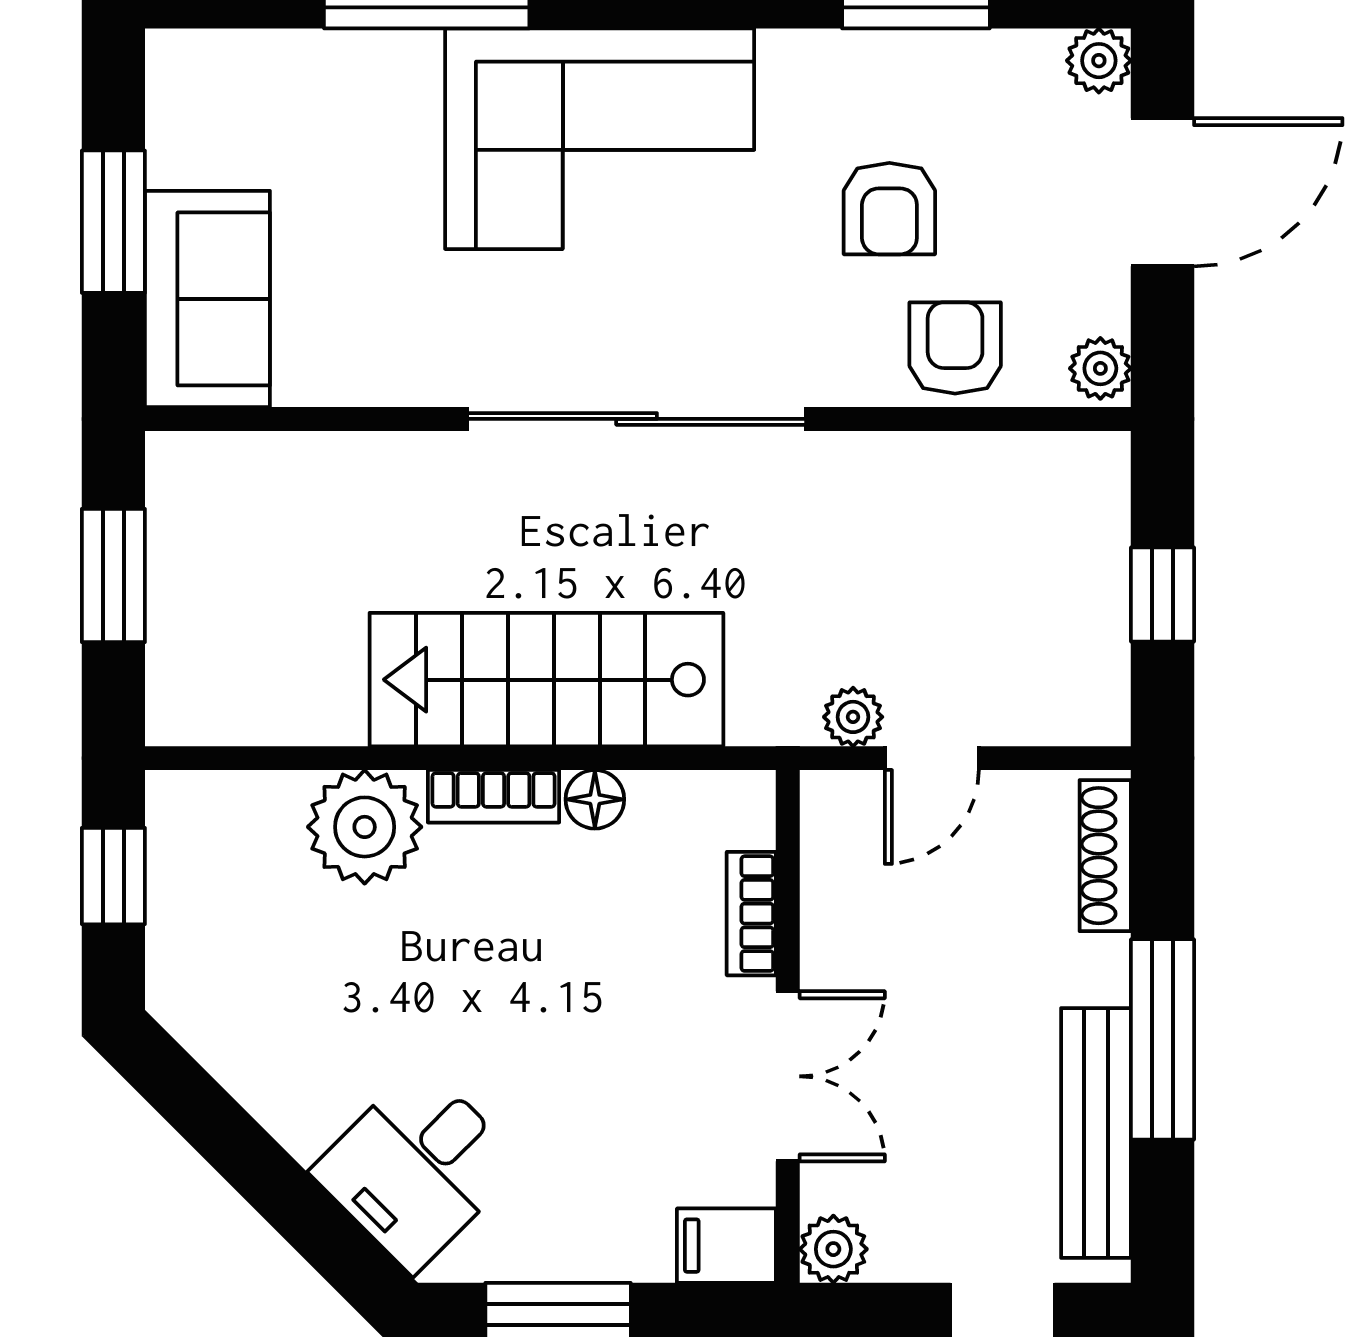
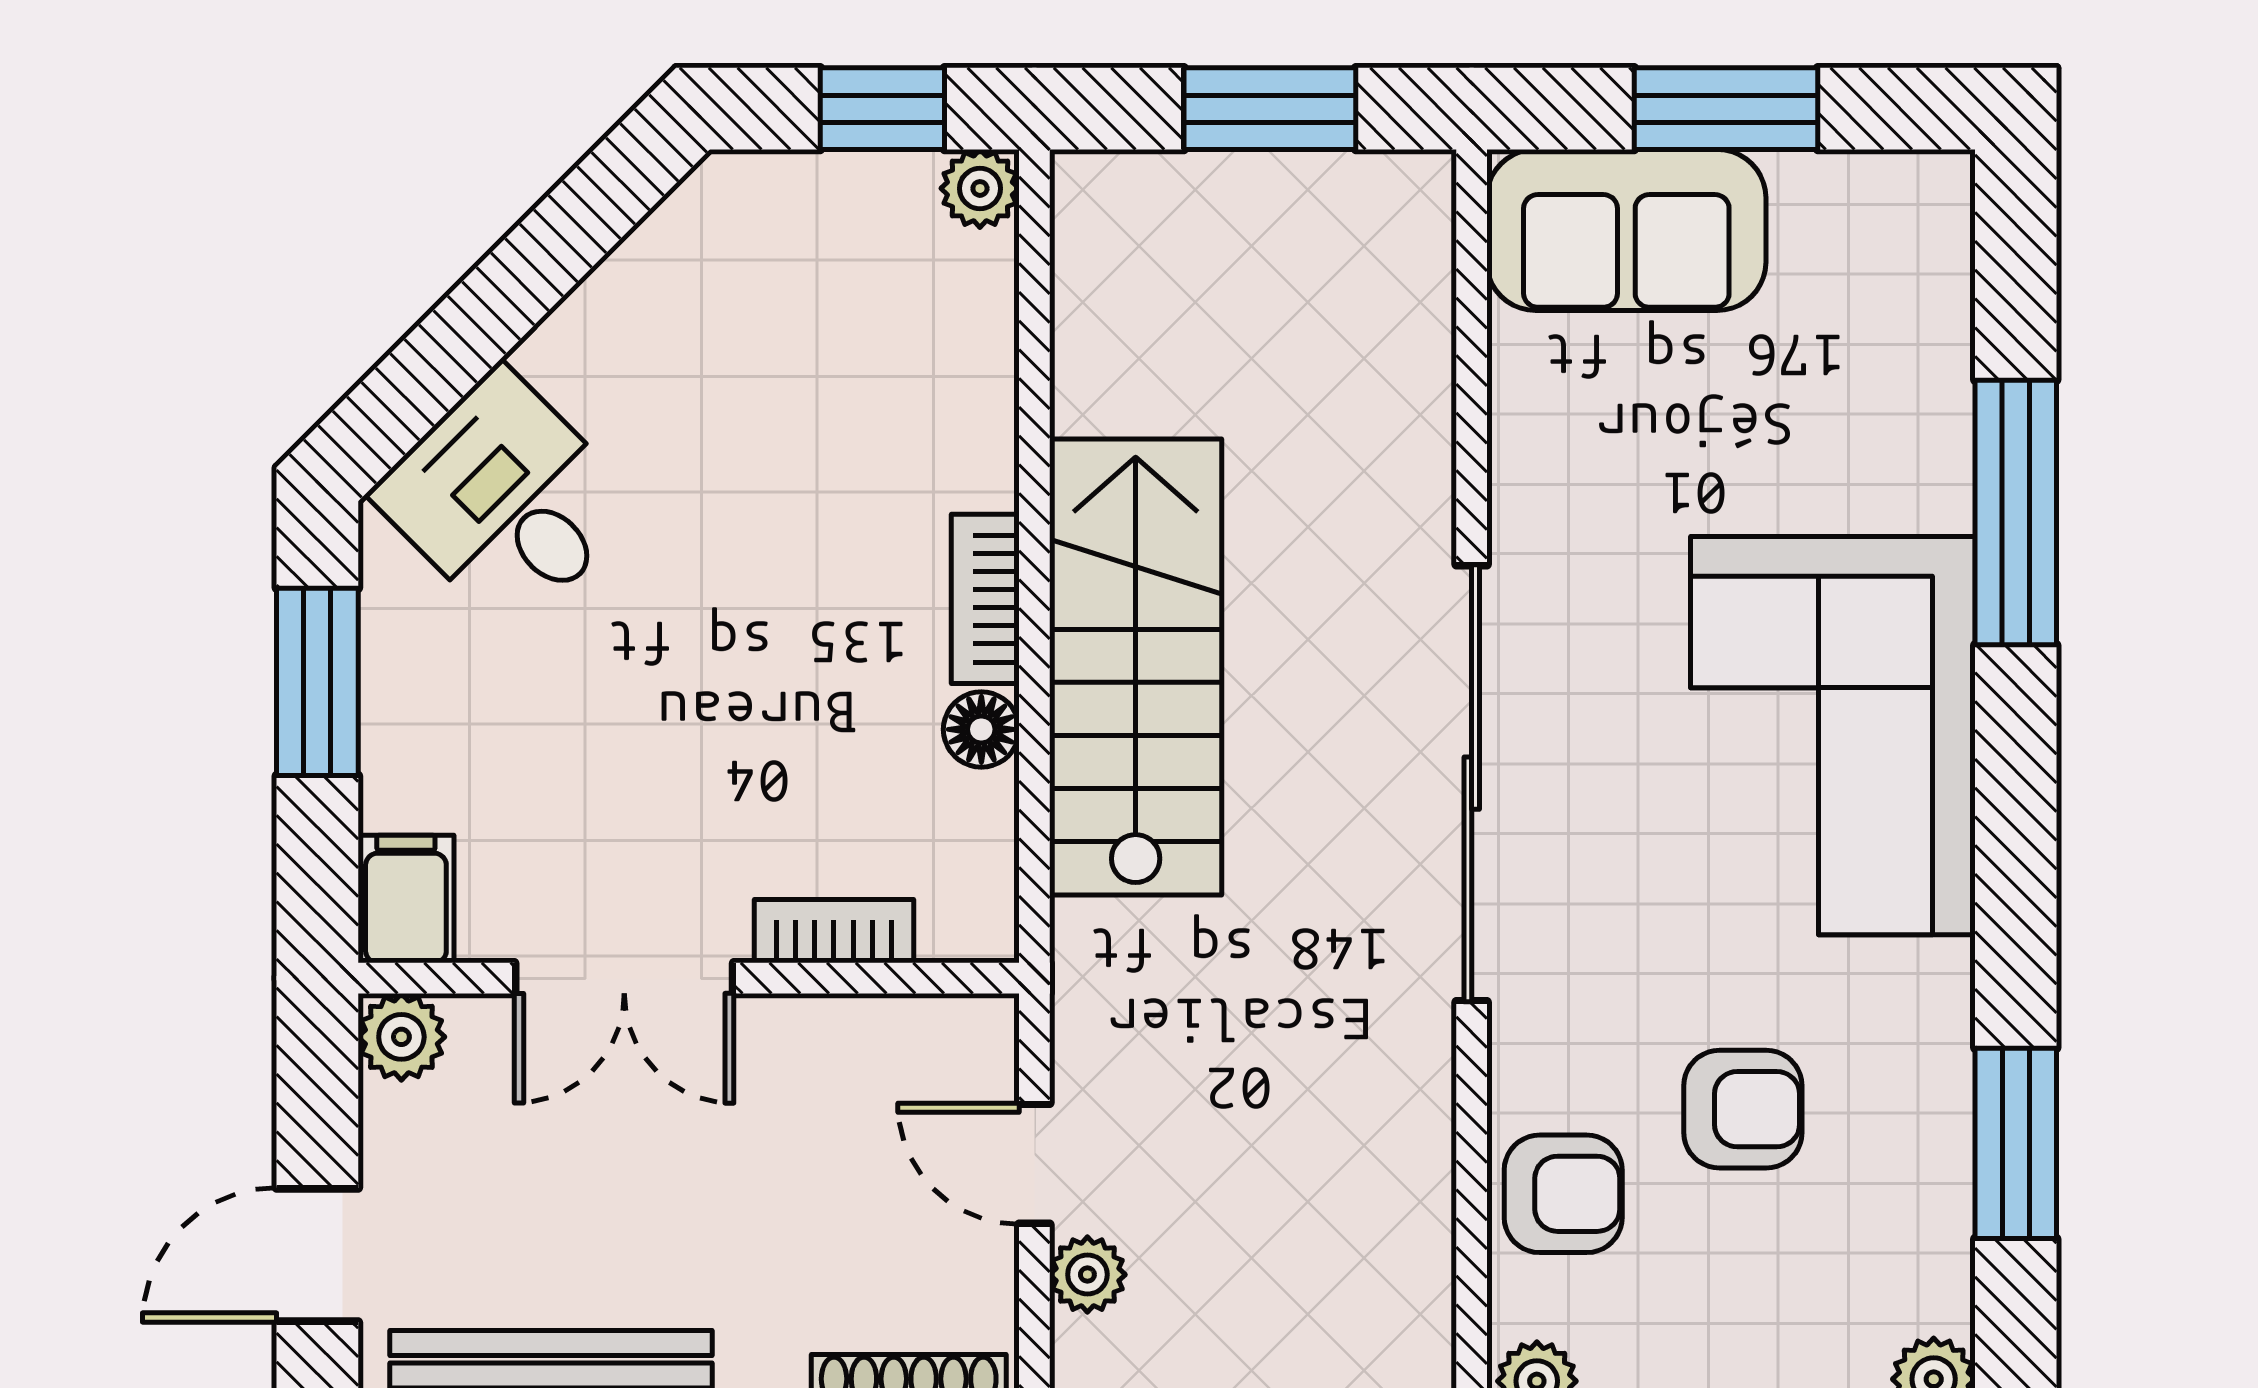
armchair: (889, 209) -> (1743, 1109), turned 180
plant: (853, 717) -> (1087, 1275), moved
plant: (365, 827) -> (980, 188), moved, width x0.53, depth x0.53

